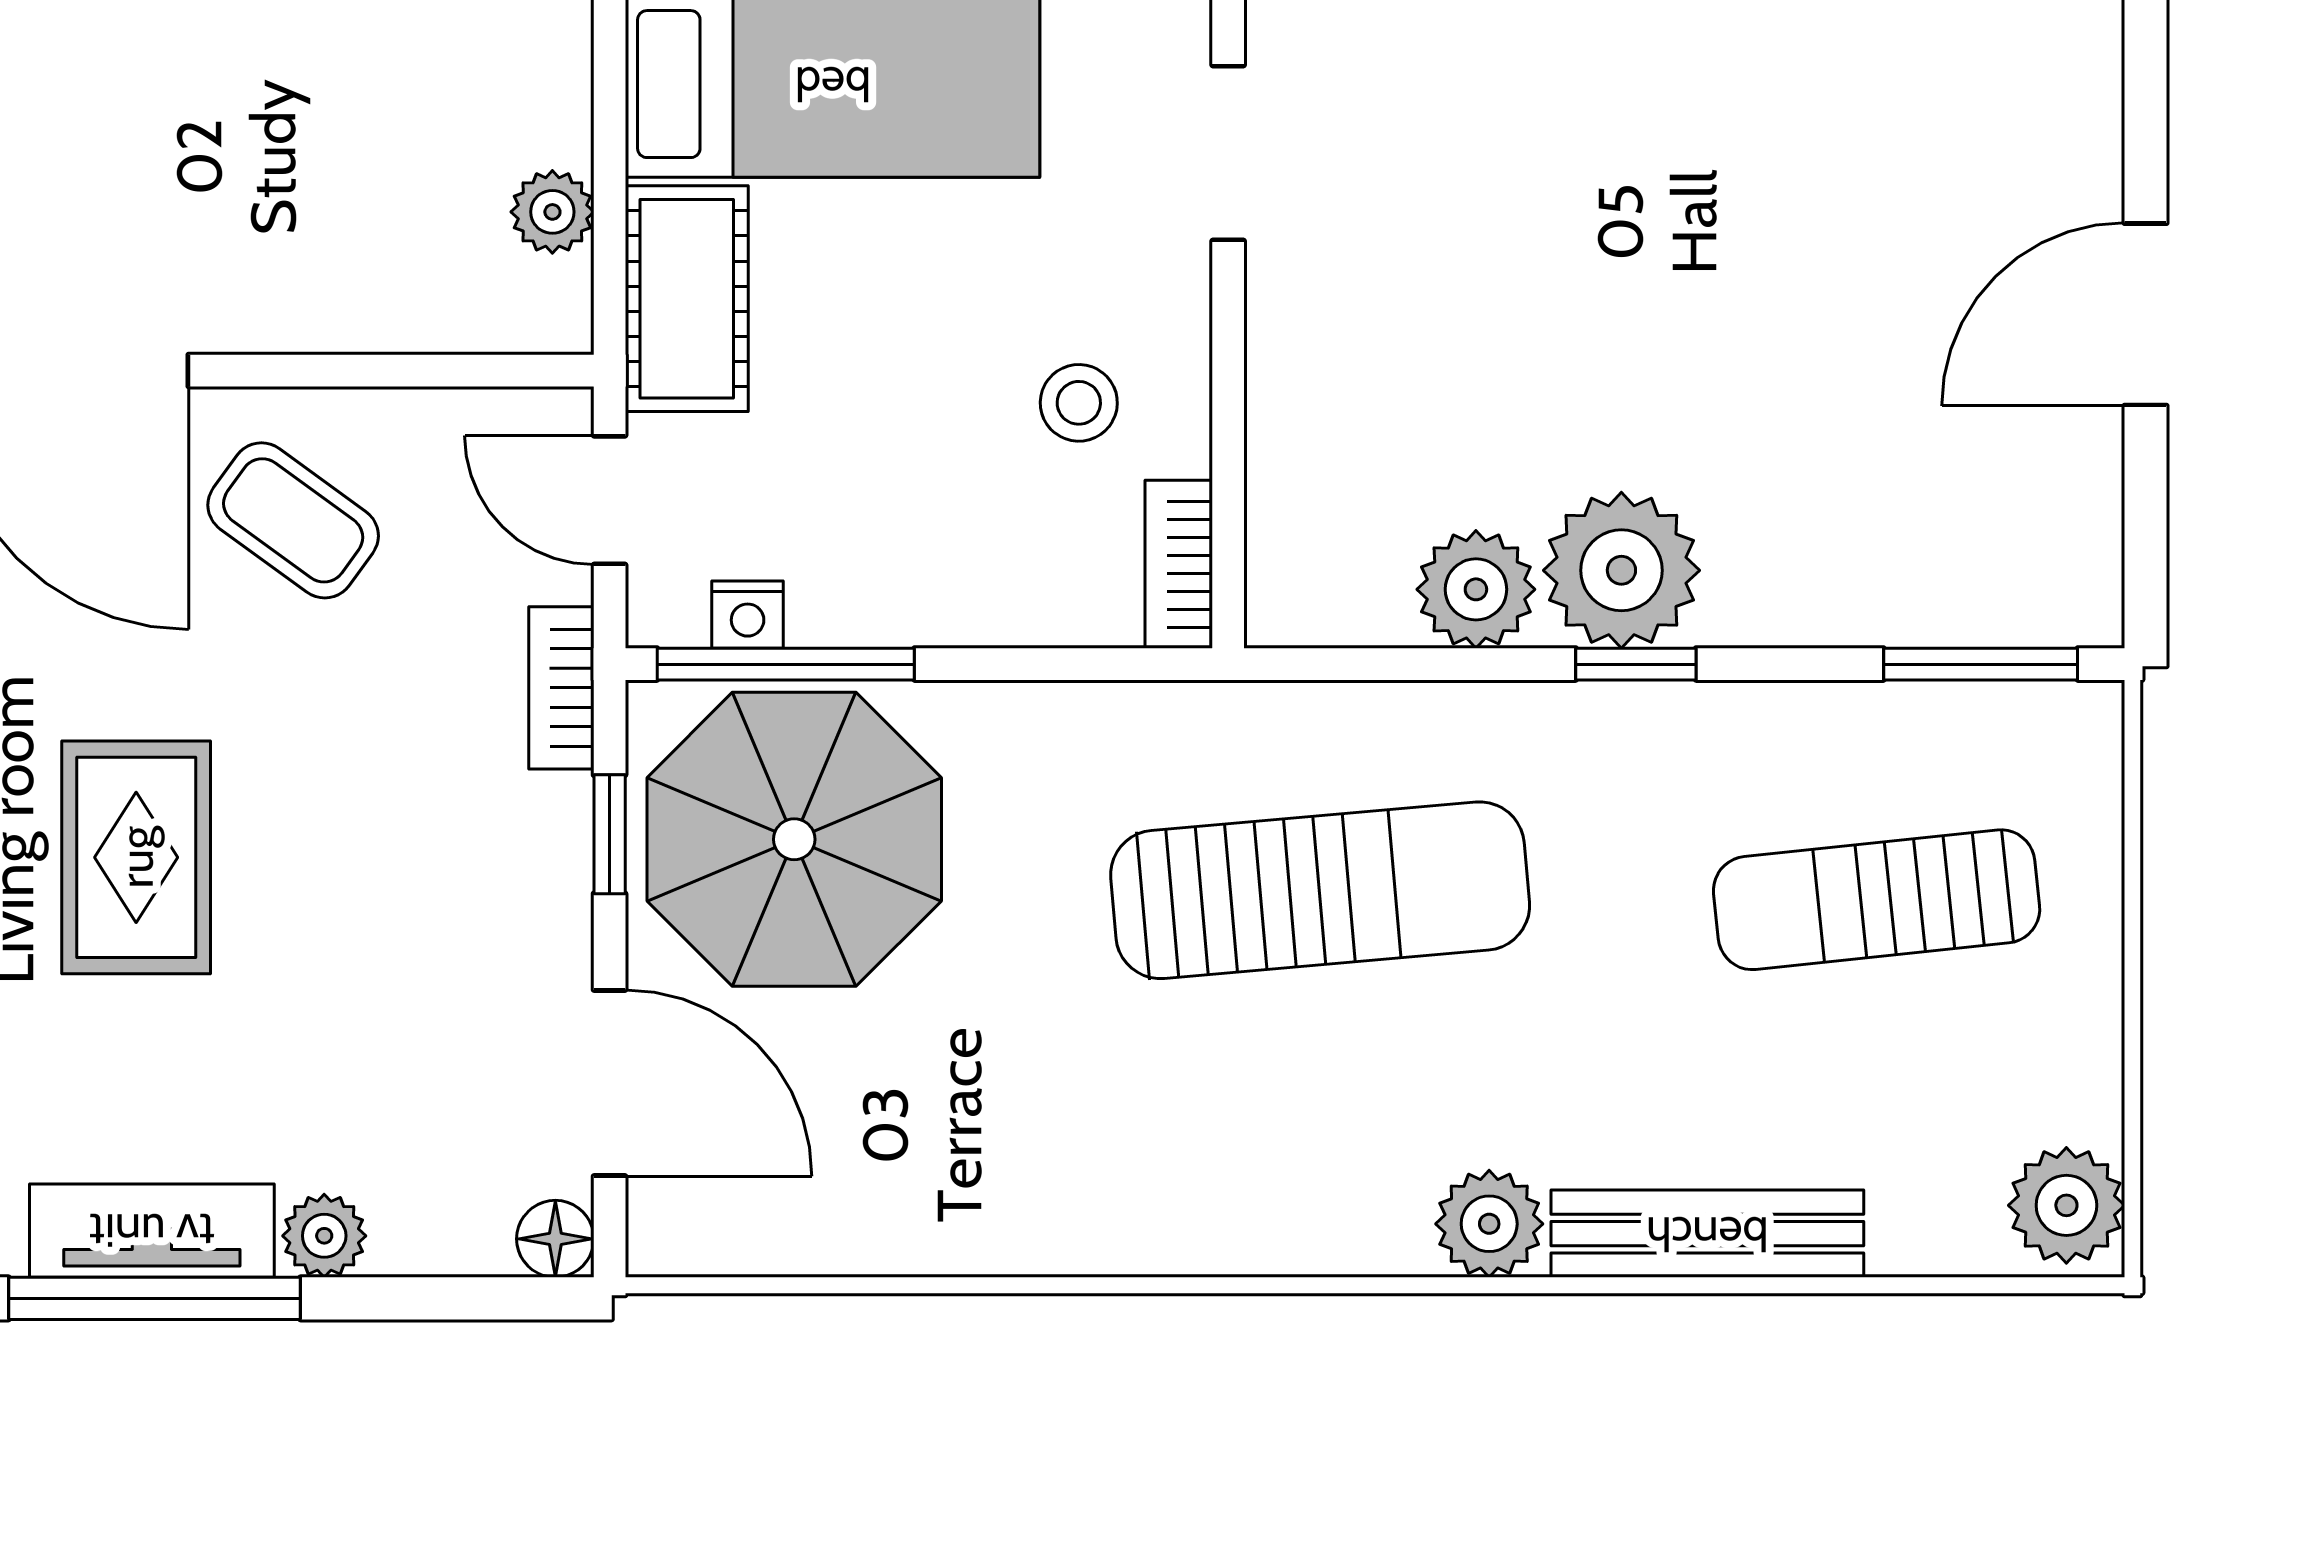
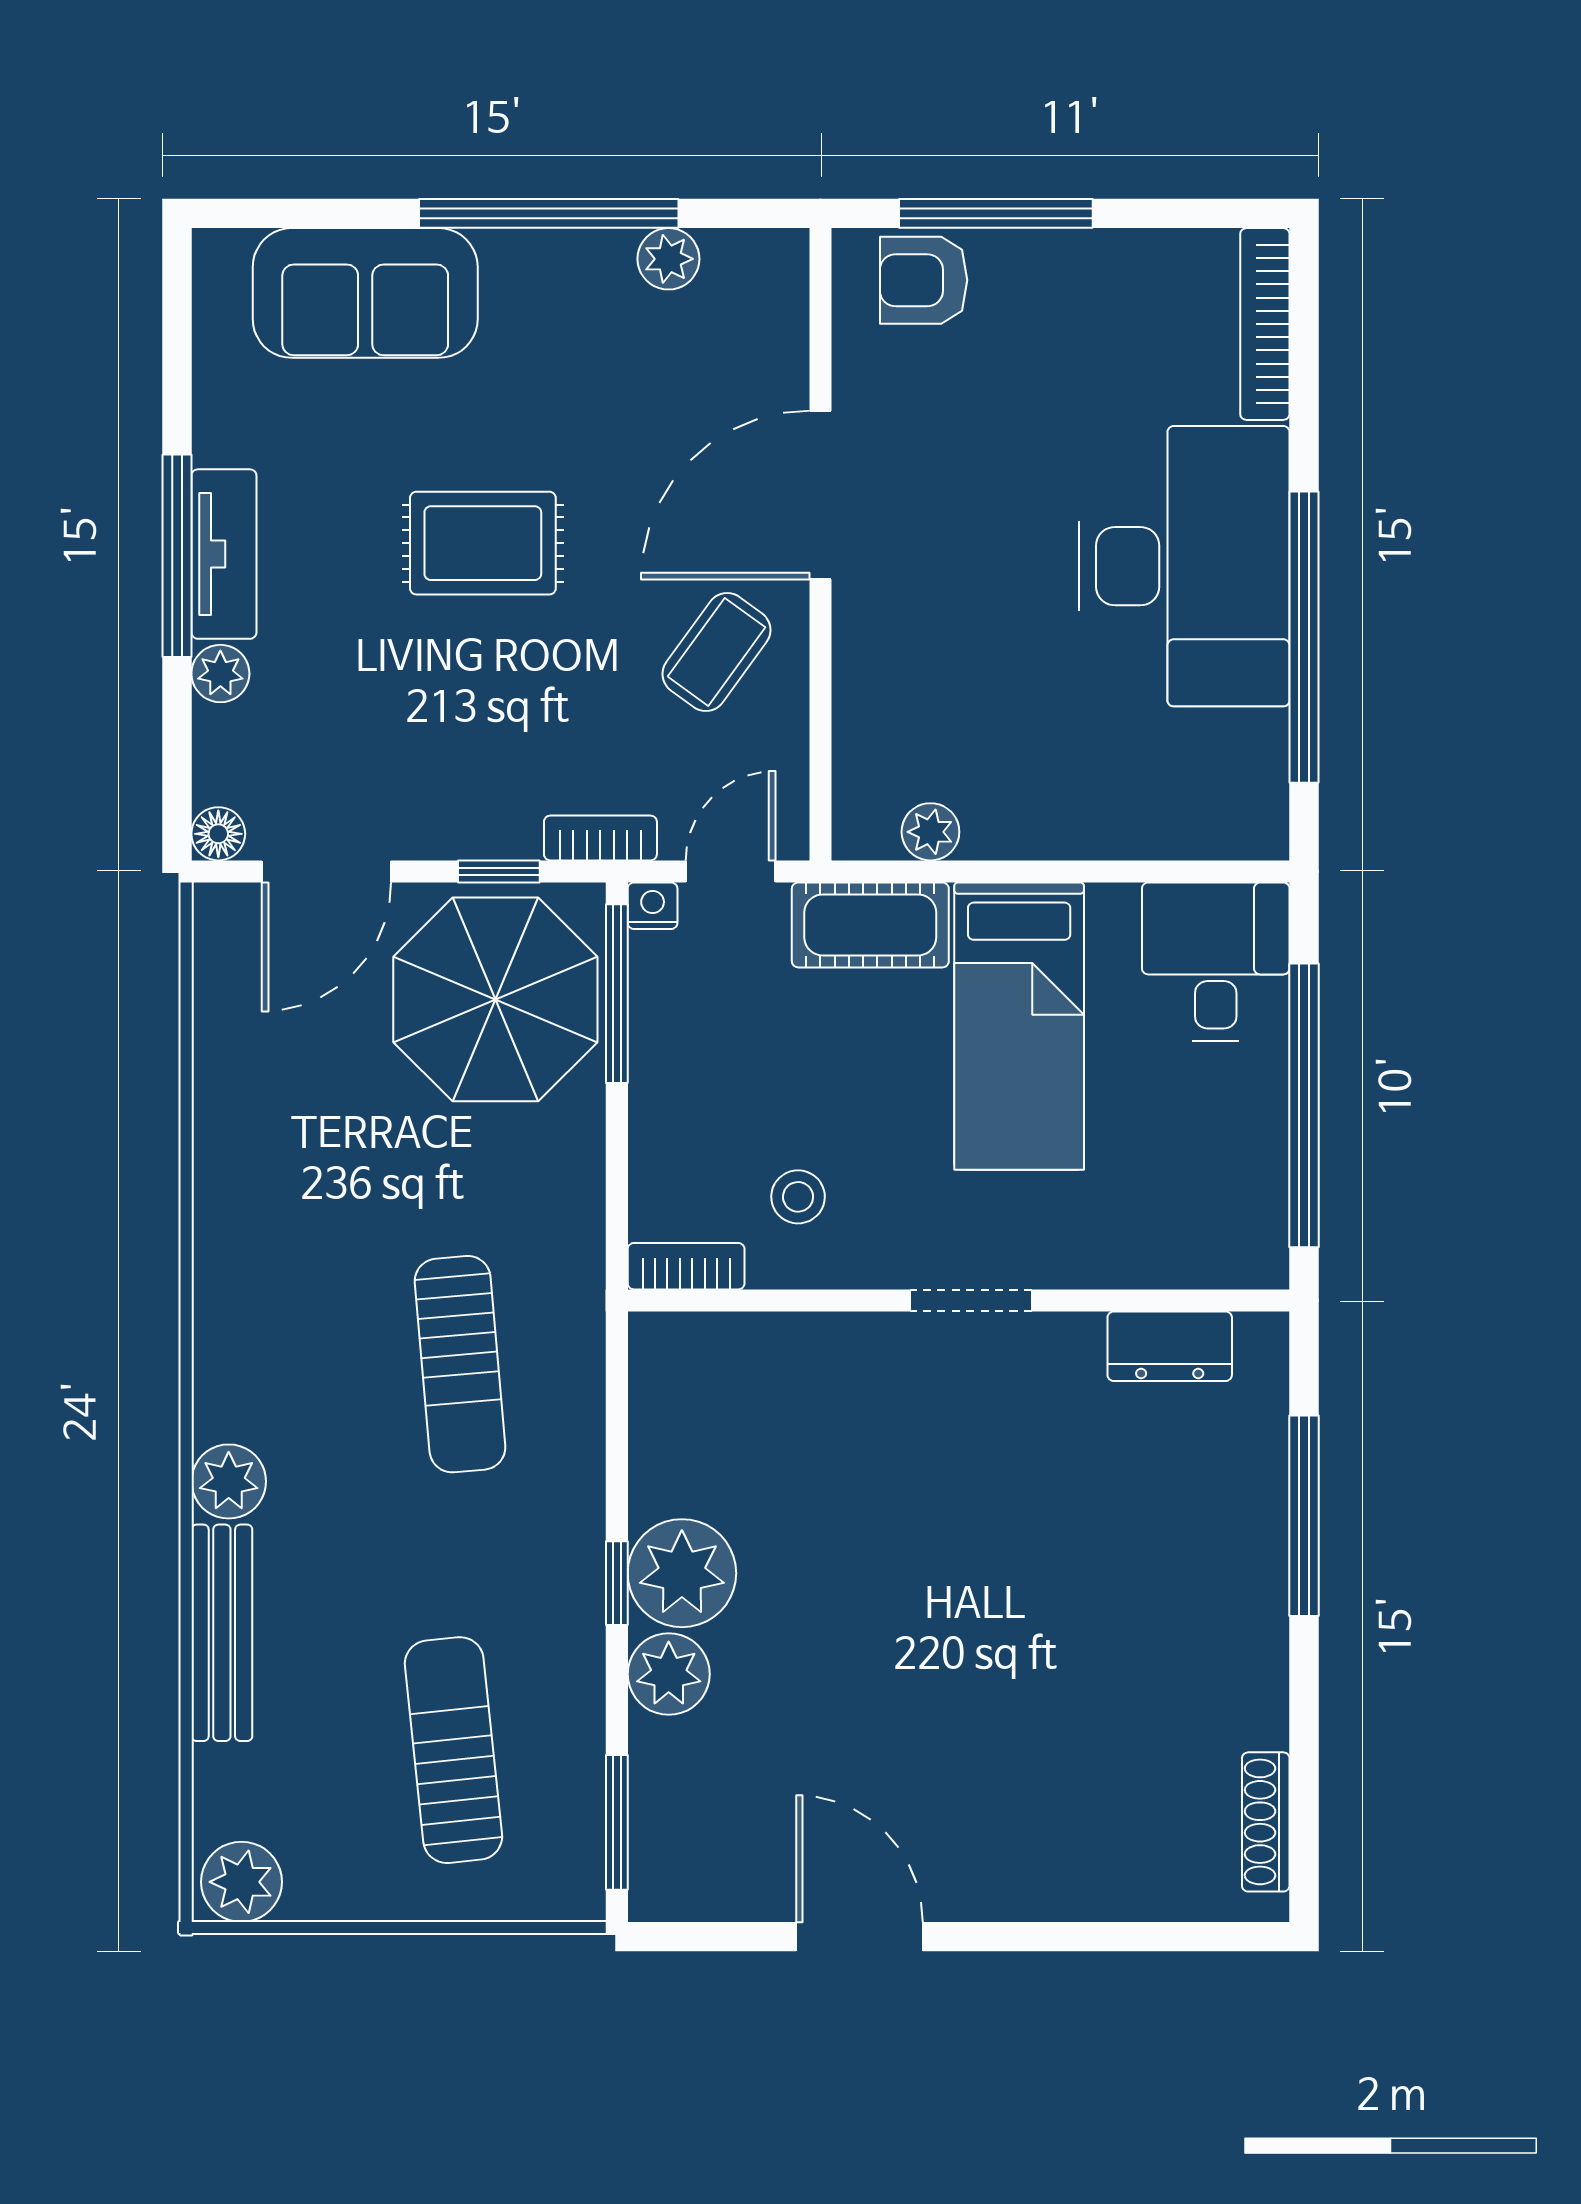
plant: (1476, 589) -> (669, 1674), moved
nightstand: (748, 615) -> (653, 906), moved, turned 90
sun lounger: (1320, 890) -> (460, 1364), width x0.73, depth x0.75

